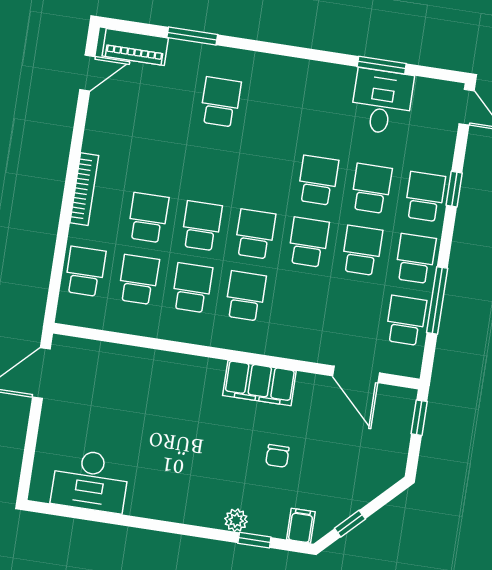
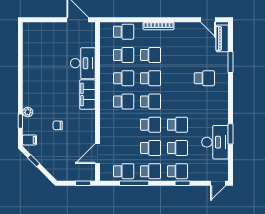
window: (382, 65) -> (231, 134), moved
desk: (382, 102) -> (215, 142), width x1.37
filing cabinet: (259, 383) -> (87, 94), moved
desk: (90, 481) -> (83, 63), moved, turned 180

